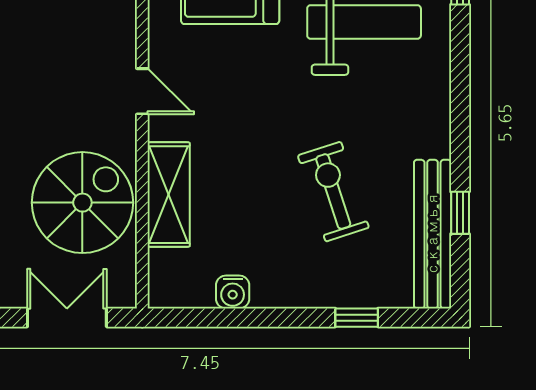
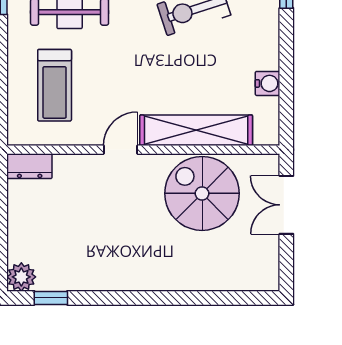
shelving: (169, 195) -> (196, 130), width x1.47

